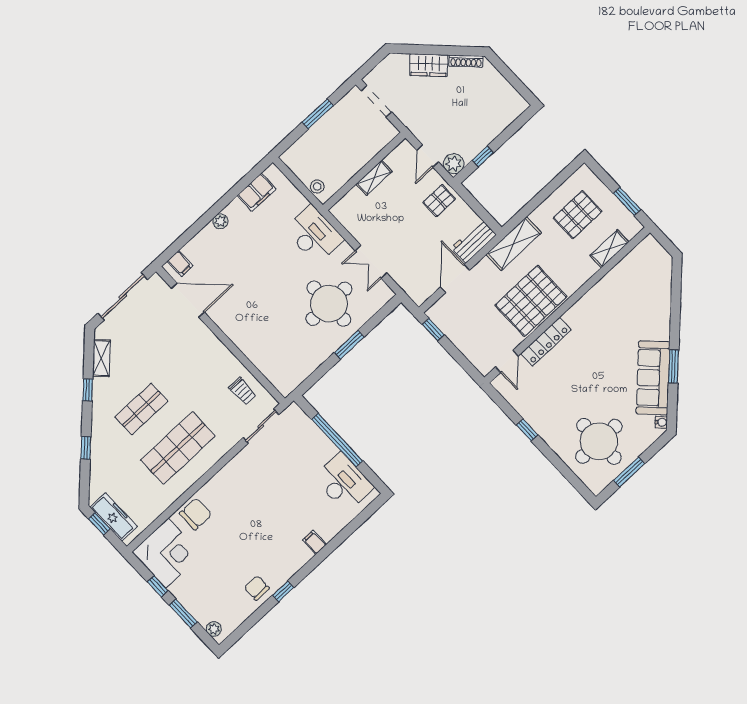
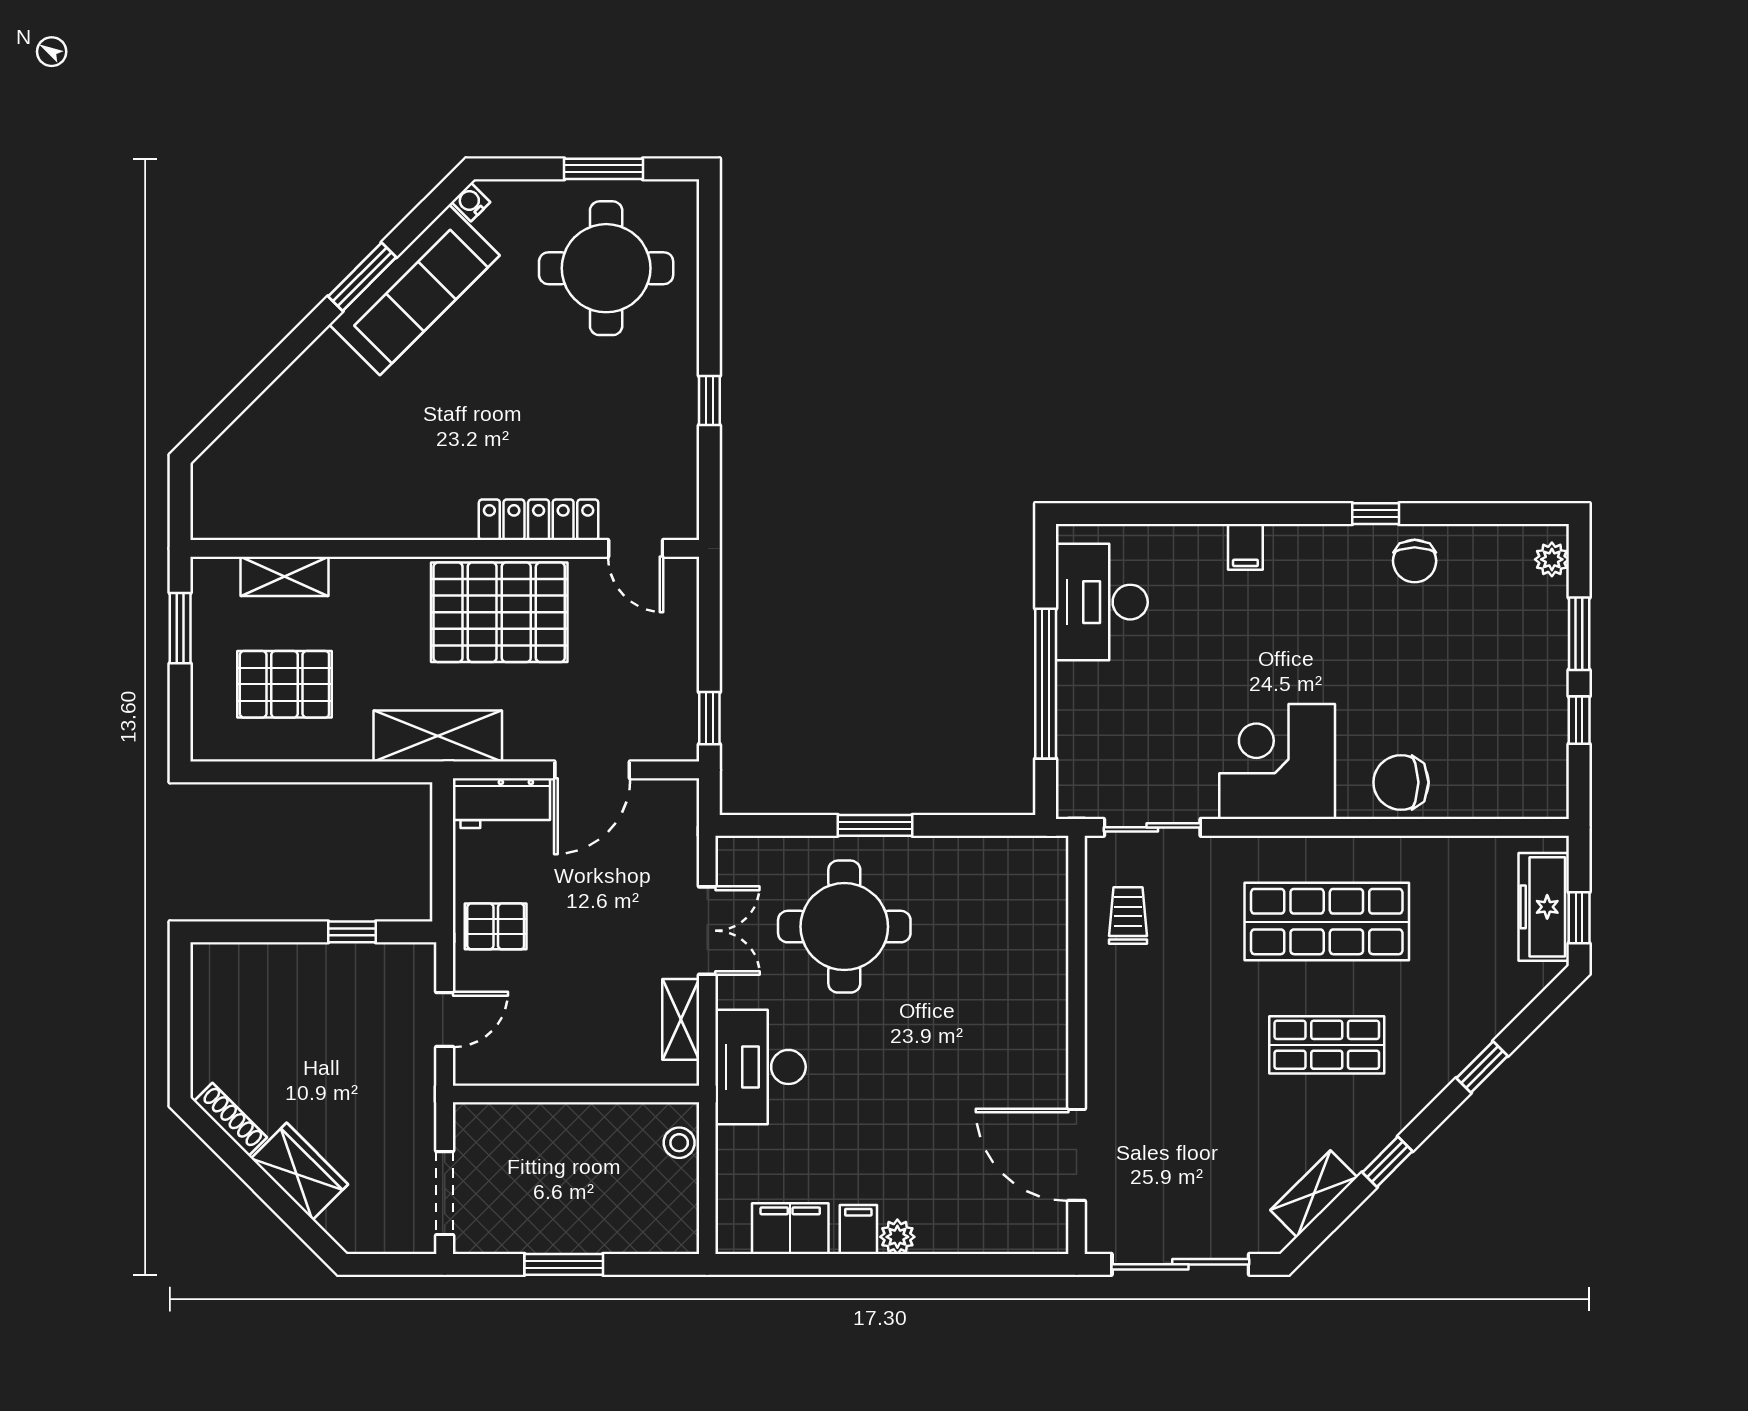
plant: (454, 164) -> (413, 966), removed
shelving: (374, 178) -> (681, 1019), moved, turned 90
filing cabinet: (180, 263) -> (858, 1229), moved
door: (507, 361) -> (636, 548), swing flipped
corner desk: (167, 553) -> (1277, 761), moved

